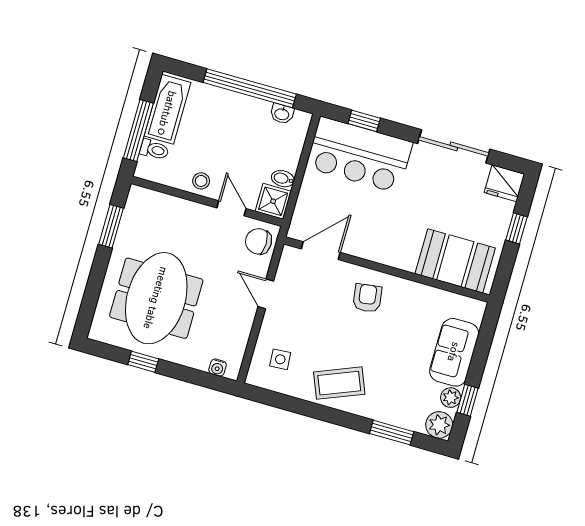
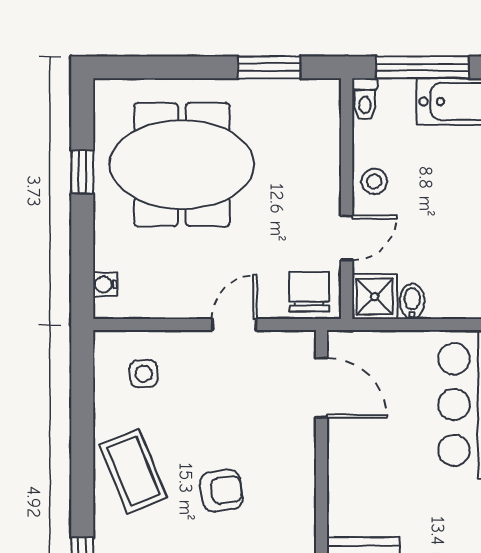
toilet: (154, 150) -> (365, 99), moved
armchair: (367, 298) -> (221, 491), moved

